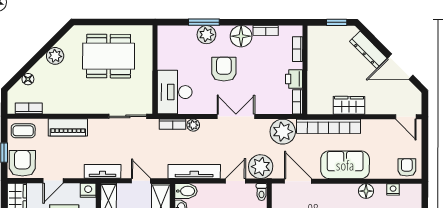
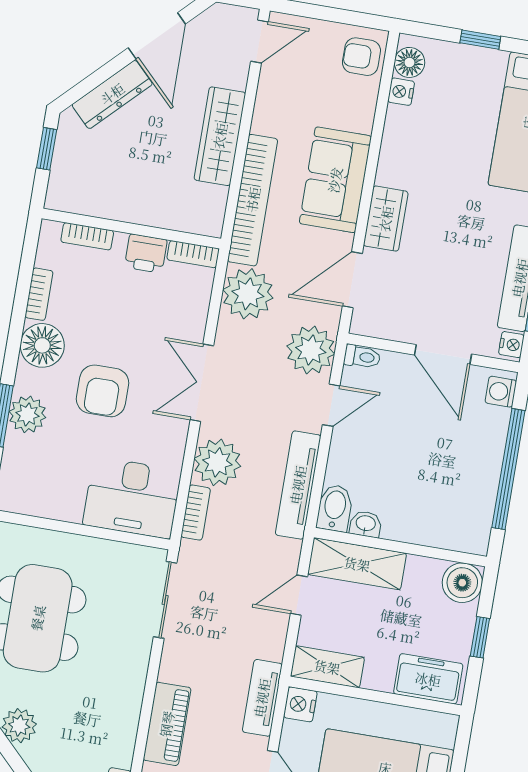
armchair: (224, 69) -> (103, 391), turned -90
wardrobe: (349, 105) -> (220, 136), width x1.50
plant: (193, 125) -> (217, 462), width x1.88, depth x1.88
tv unit: (103, 171) -> (262, 698), moved
door: (236, 181) -> (331, 405), swing flipped
floor lamp: (366, 191) -> (409, 62), moved
wardrobe: (330, 192) -> (386, 219), added

